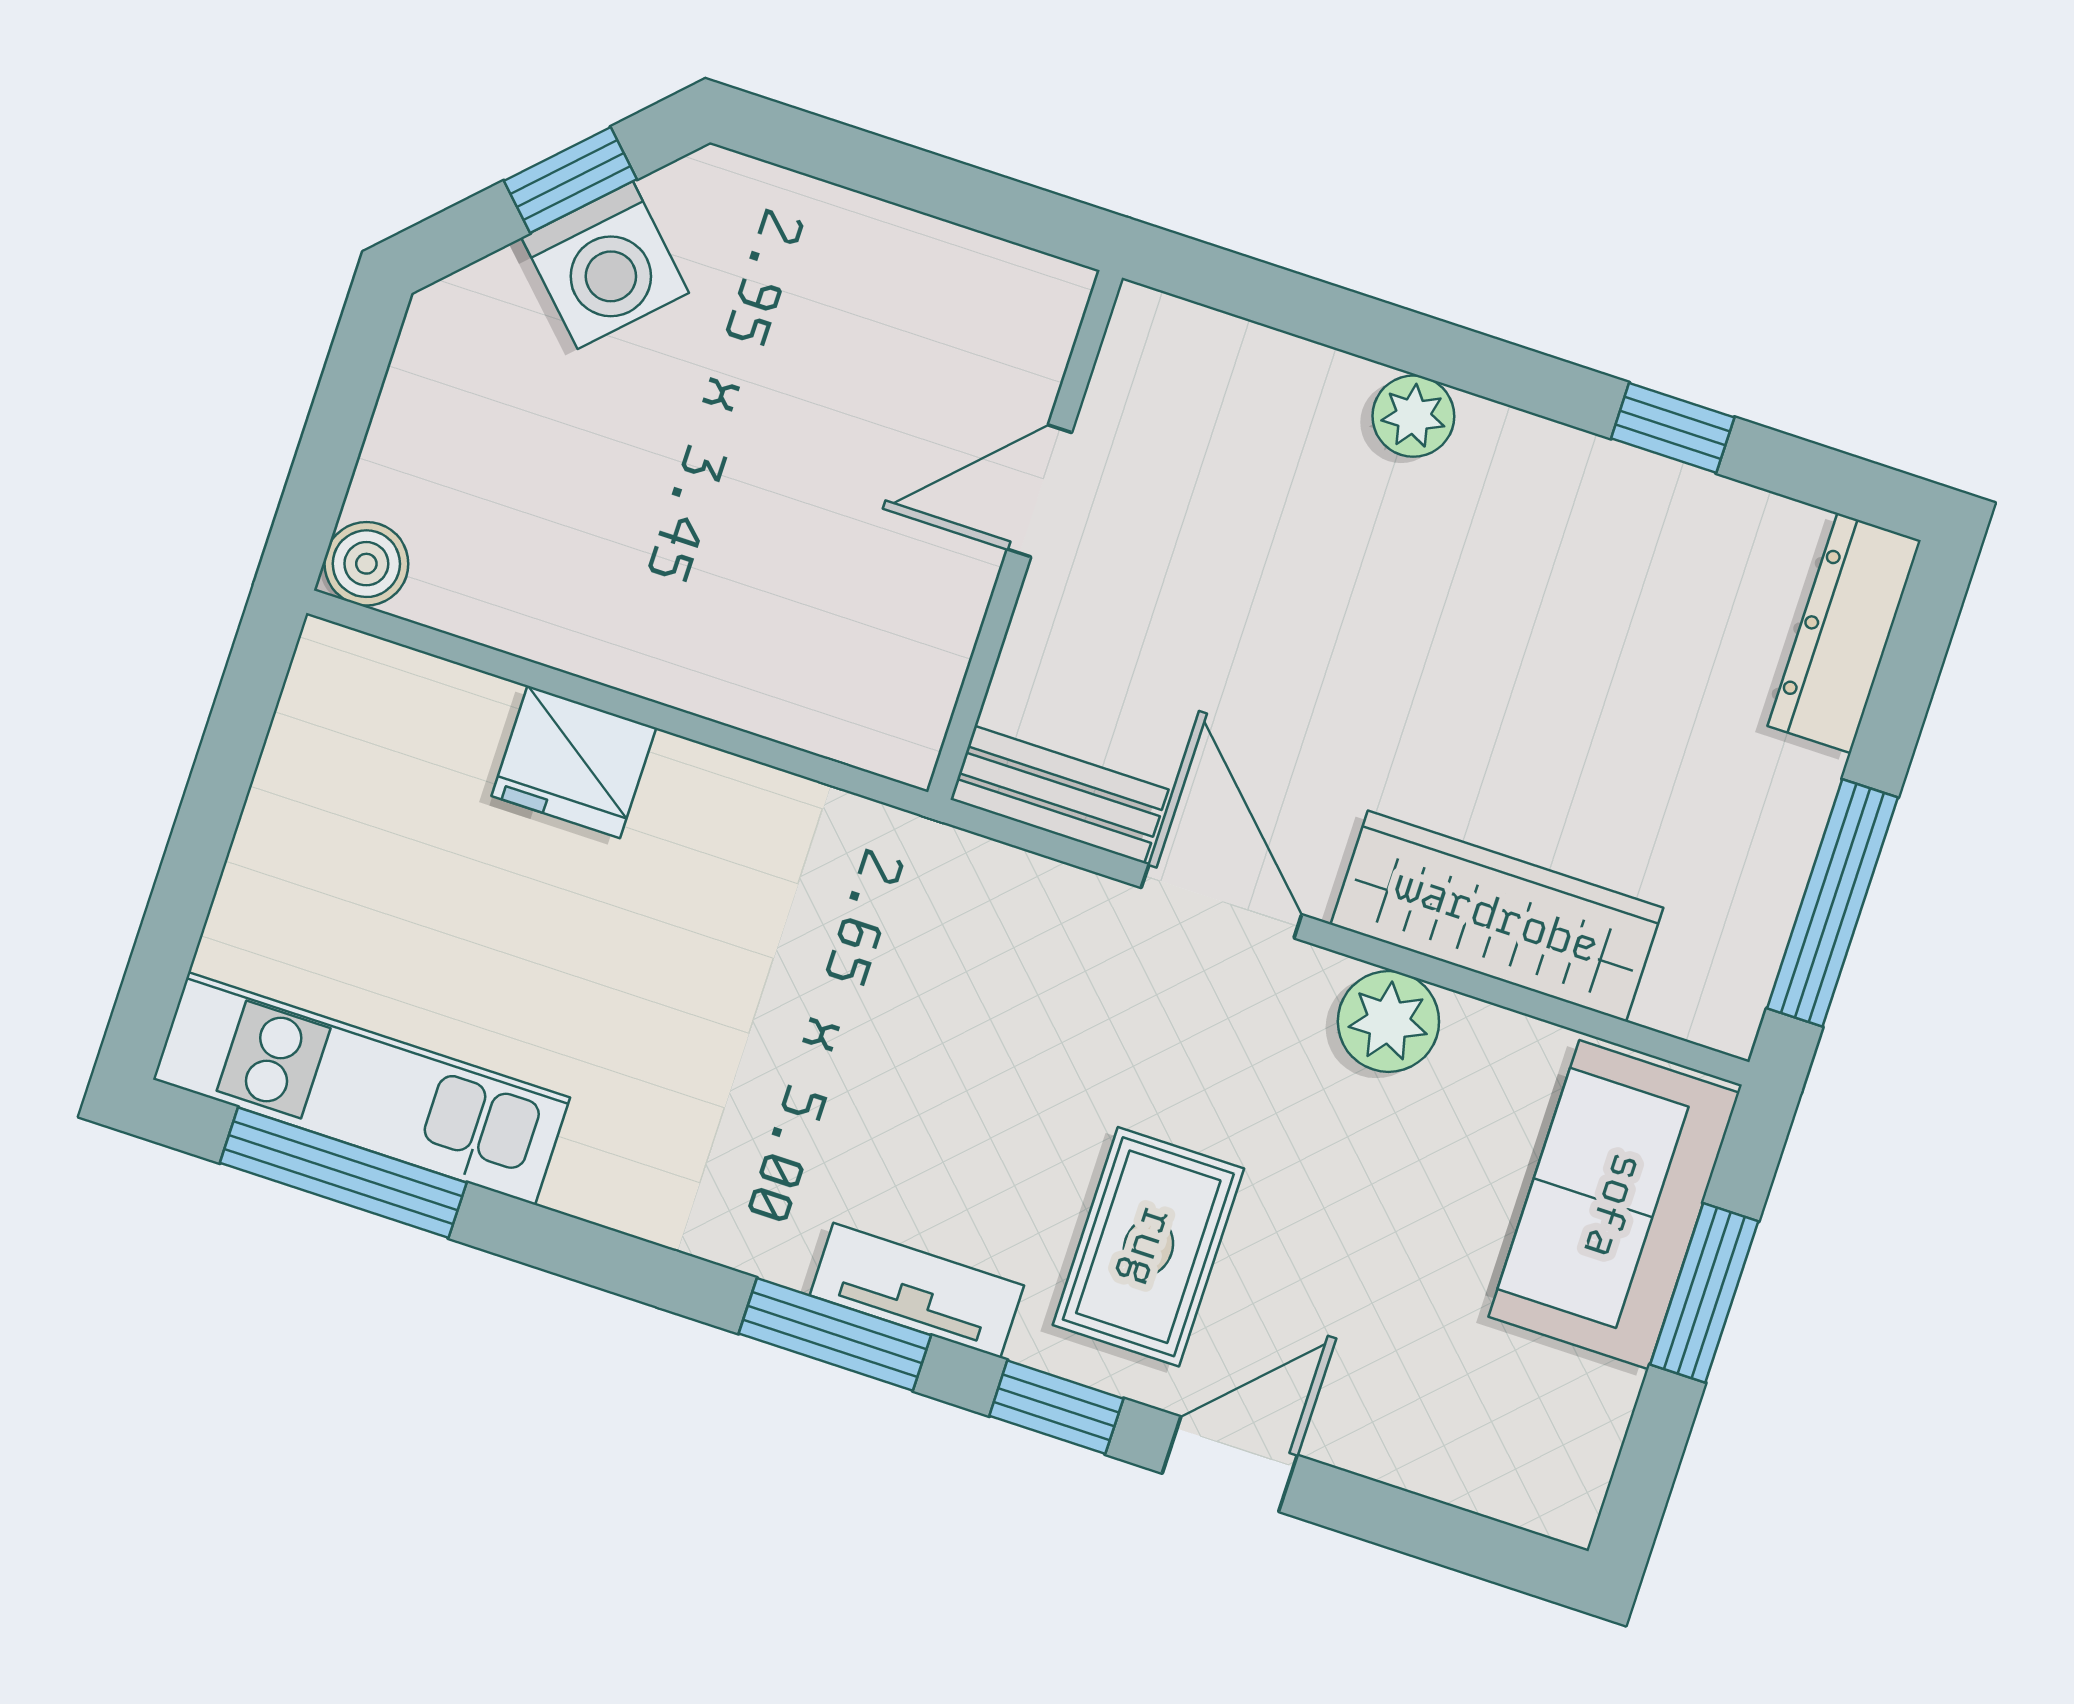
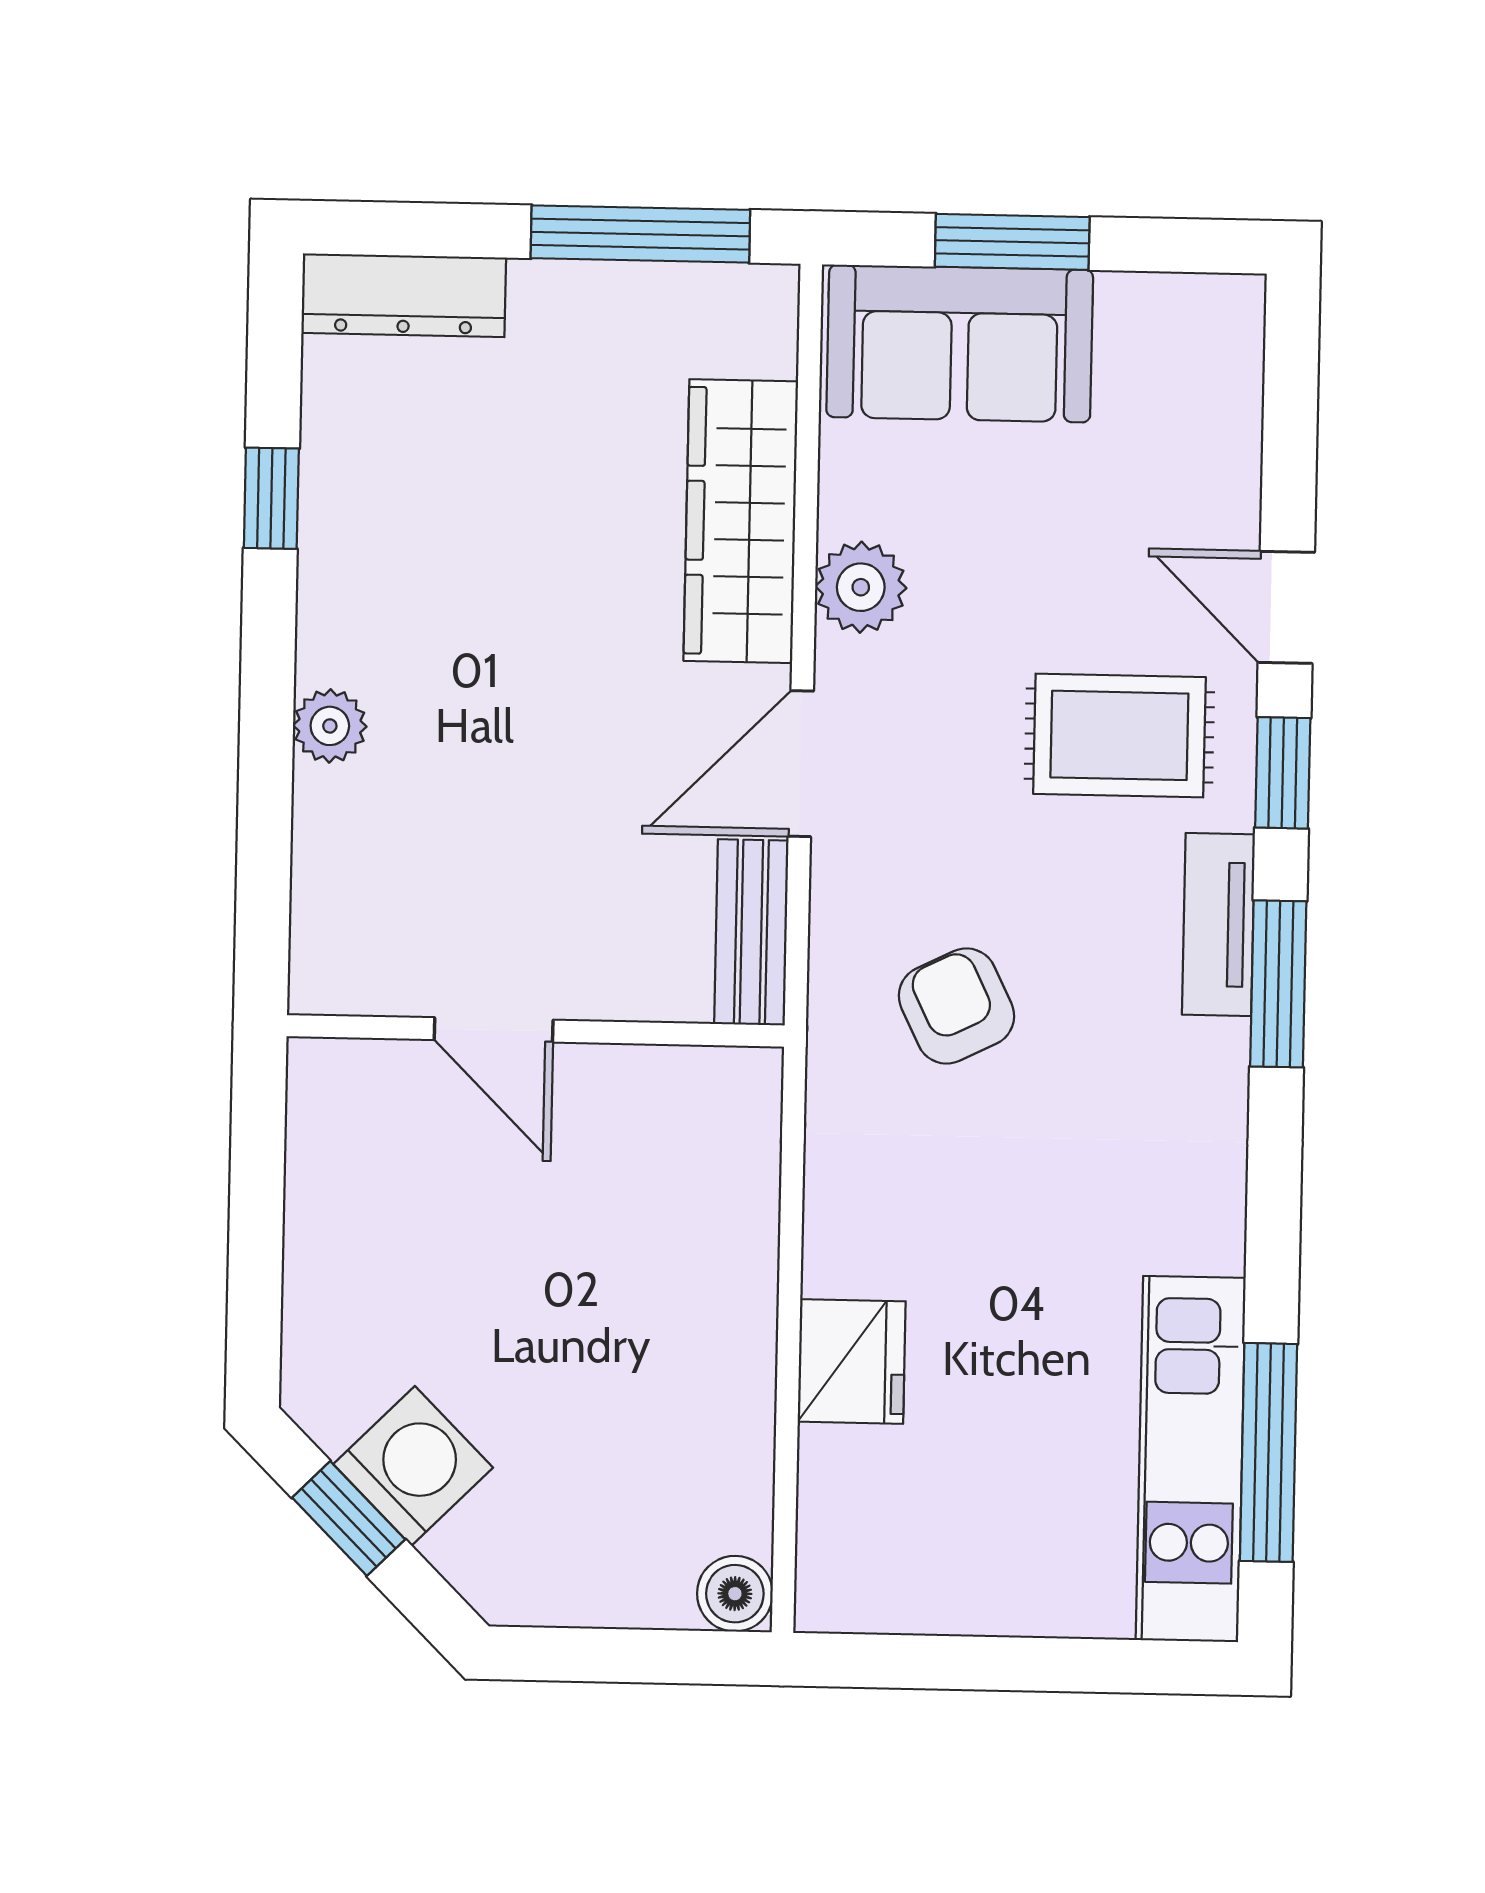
armchair: (915, 987) -> (956, 1006), added

